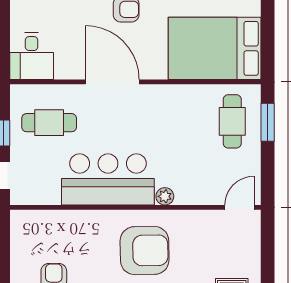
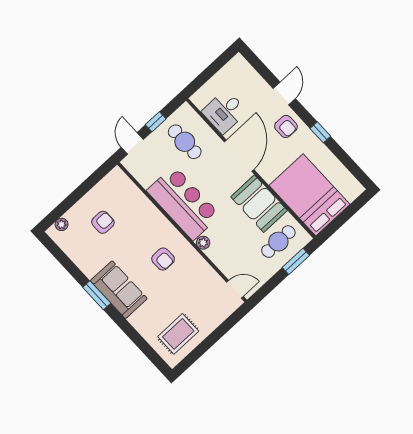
desk: (32, 56) -> (224, 112), moved
booth: (177, 106) -> (259, 204), added
armchair: (145, 251) -> (163, 259), width x0.53, depth x0.53

